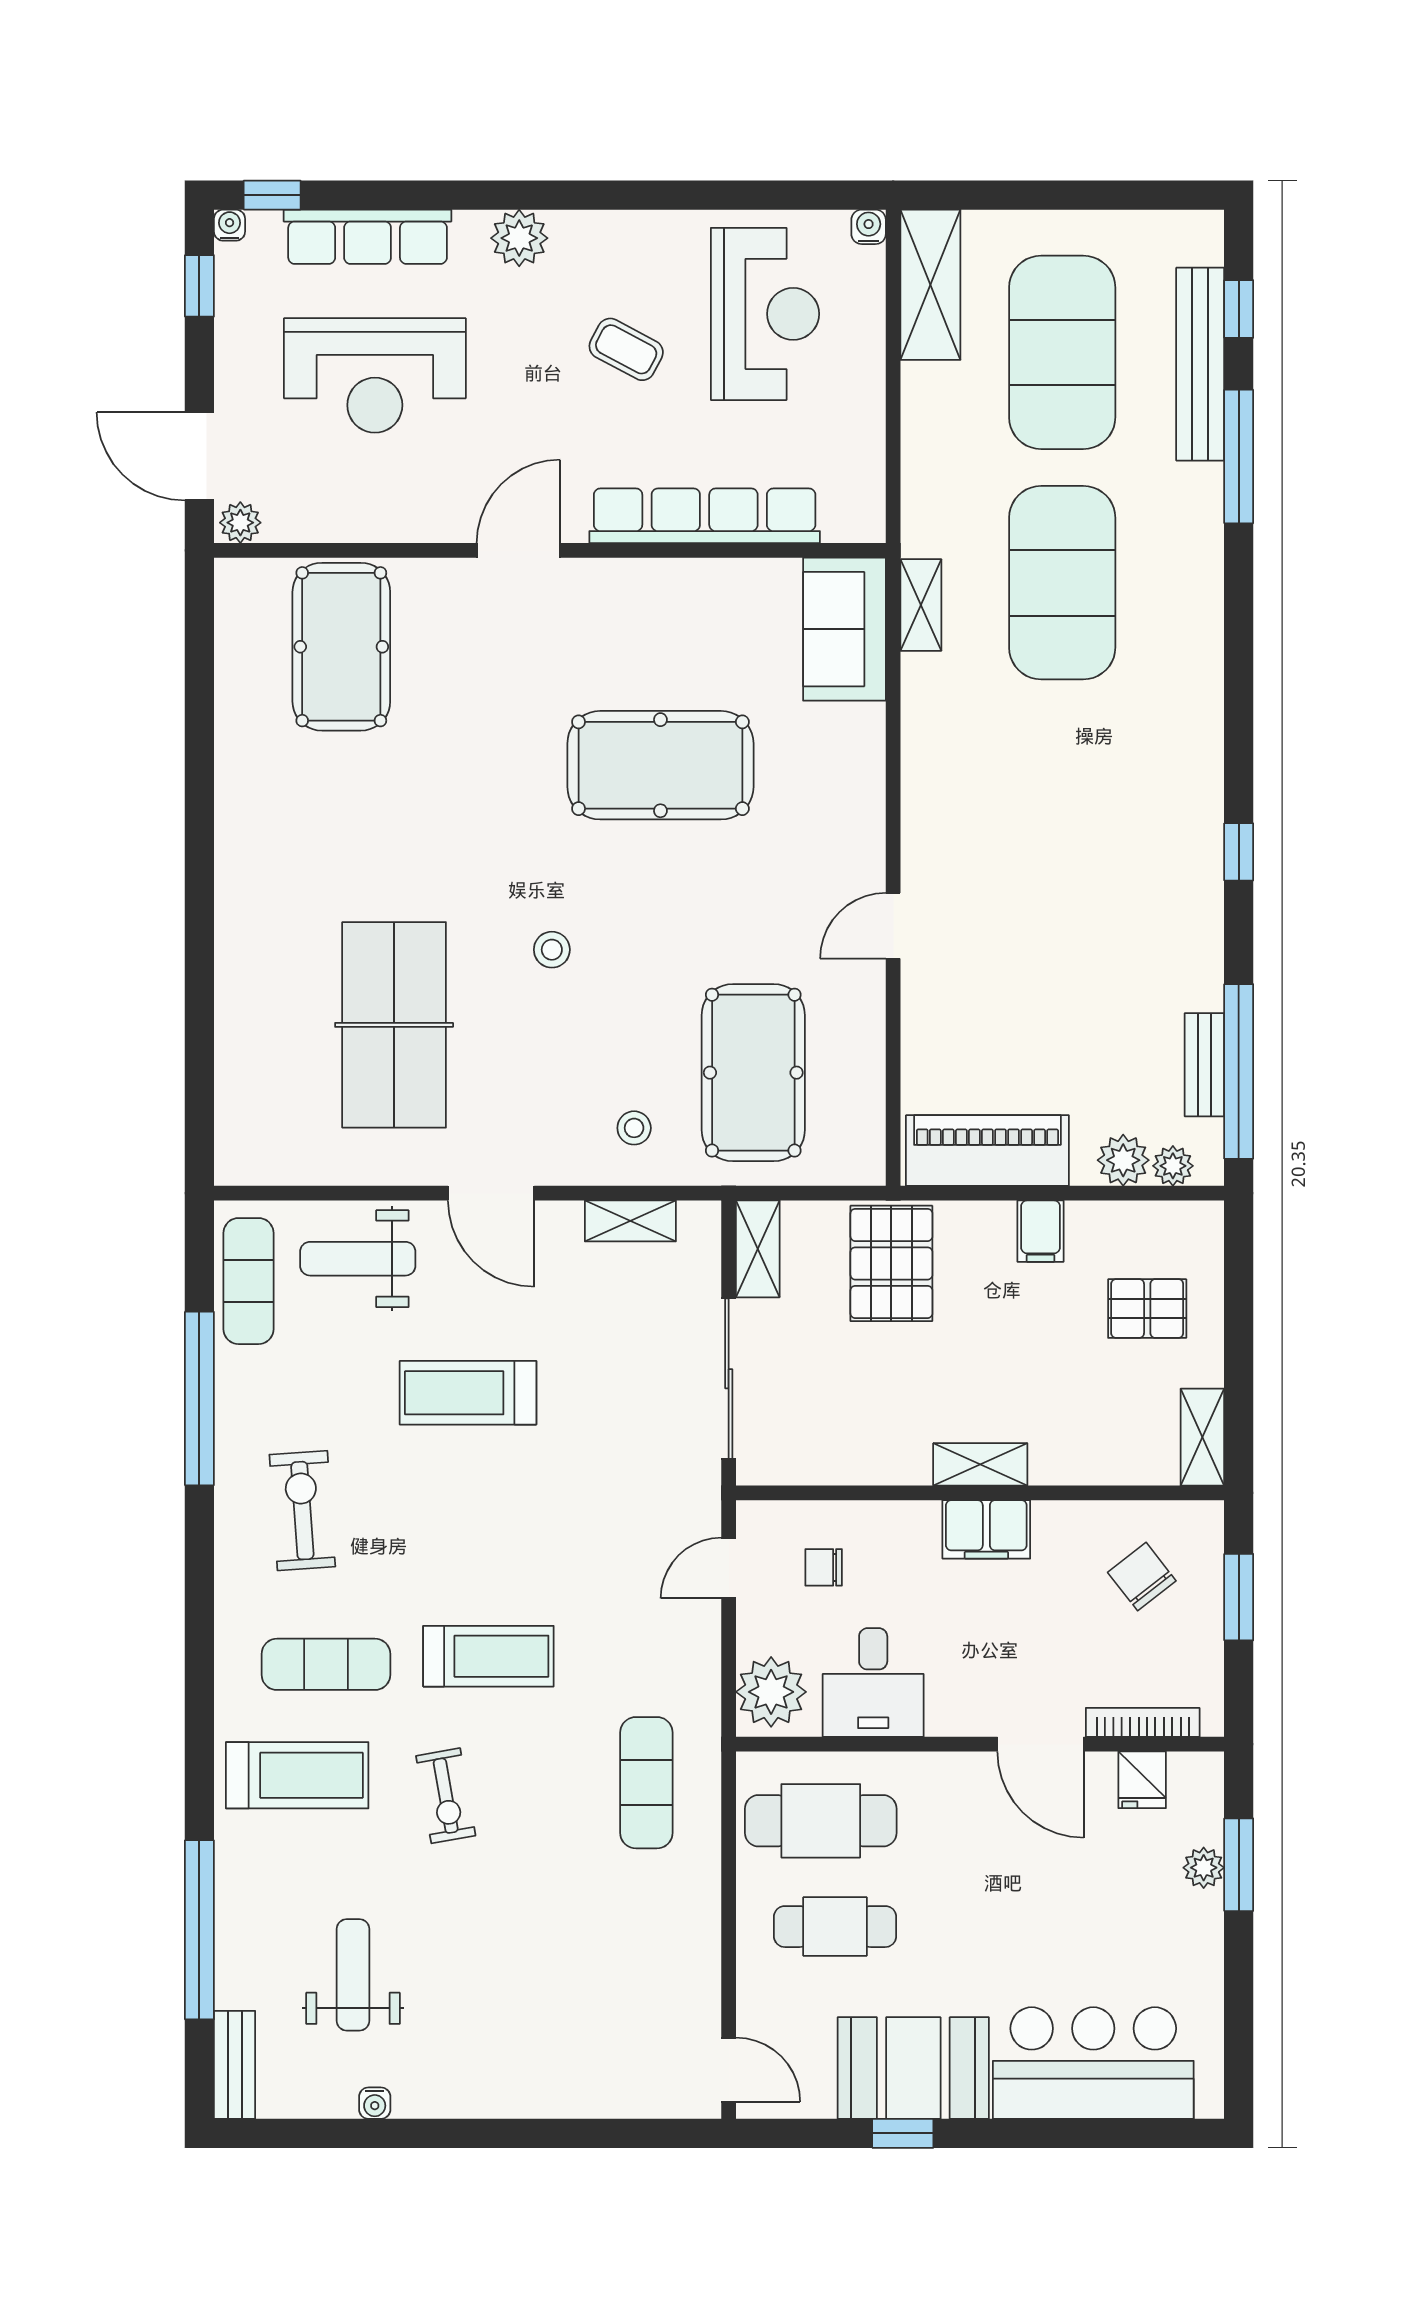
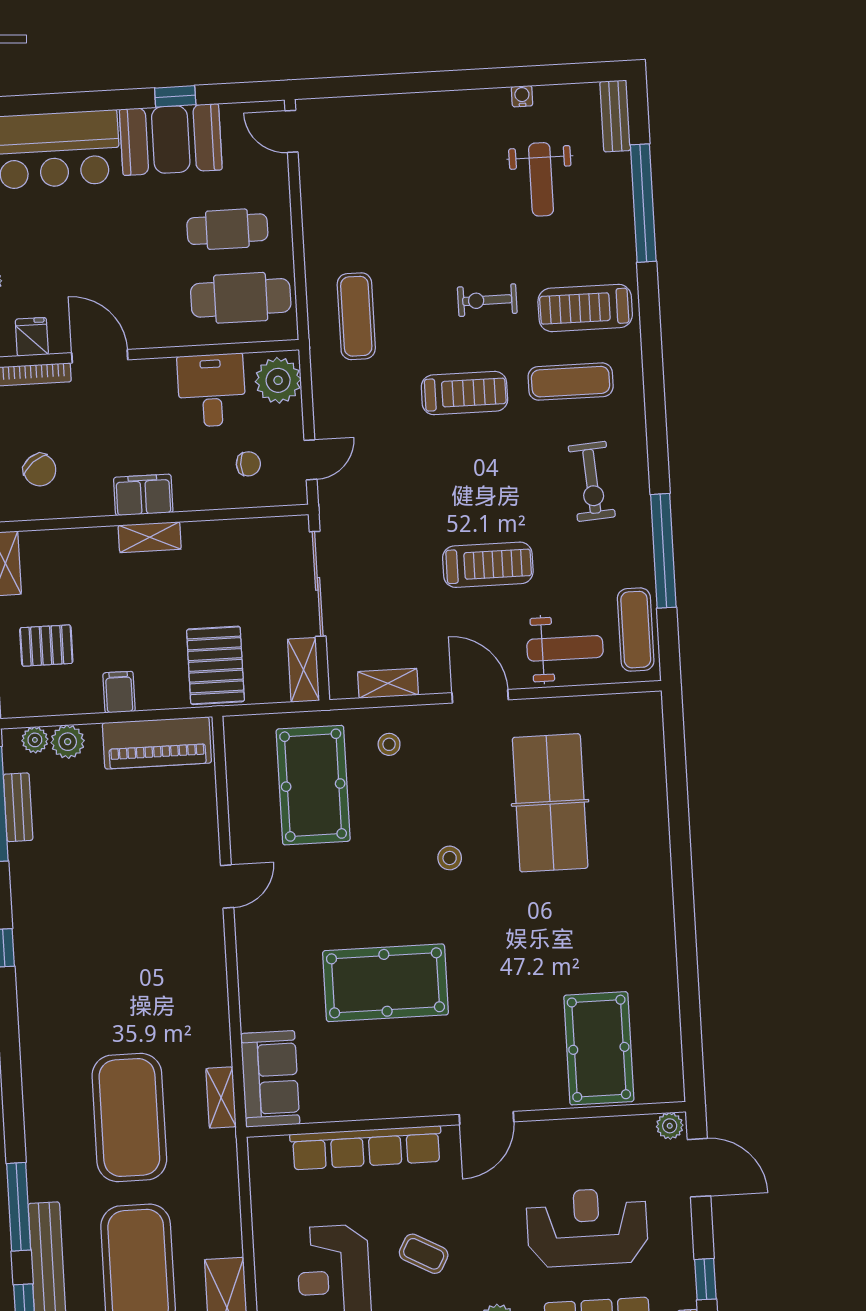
treadmill: (488, 1656) -> (464, 393), turned 180
exercise bike: (446, 1796) -> (487, 300), turned -80

